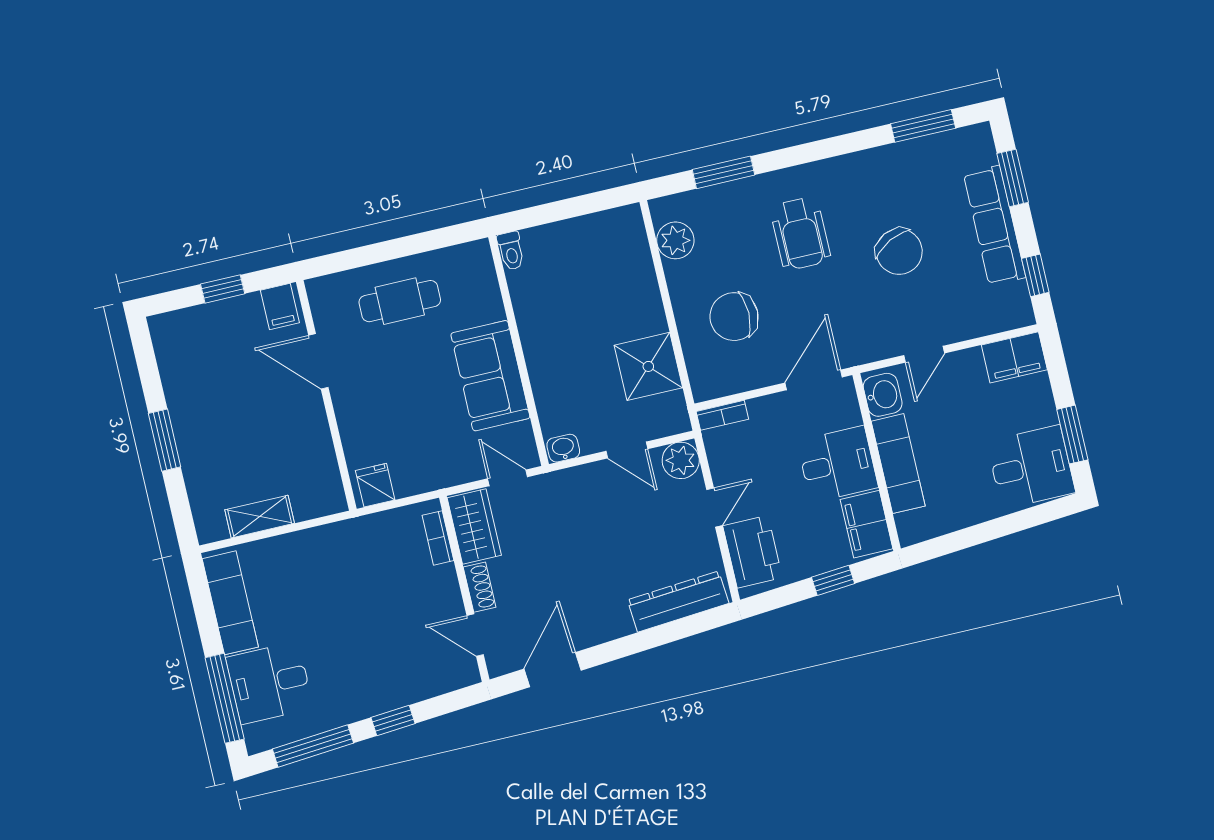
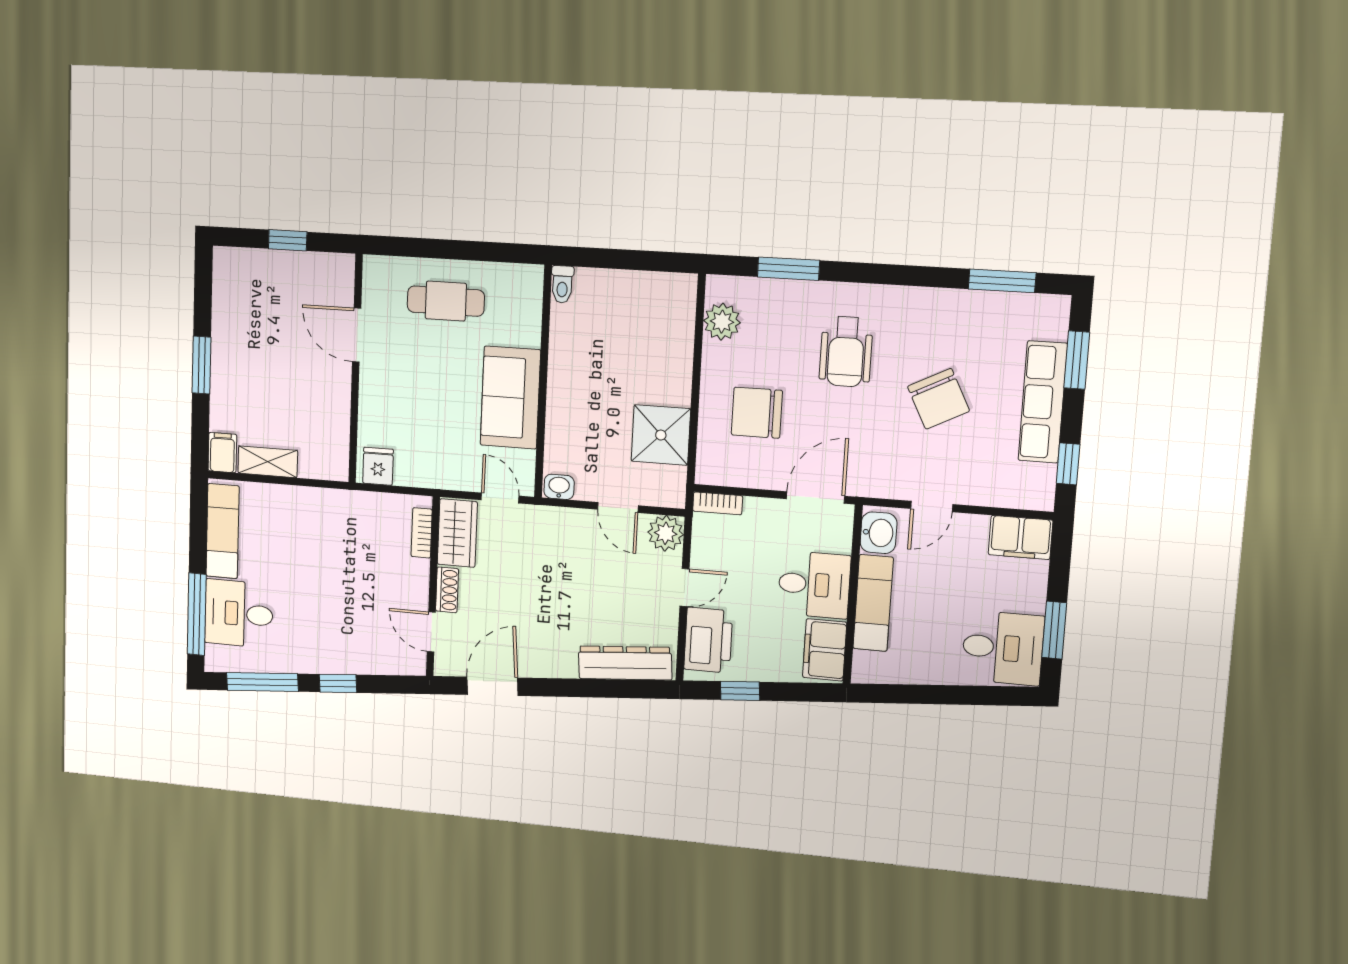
filing cabinet: (280, 306) -> (222, 453), moved, turned 180
window: (833, 580) -> (740, 691), moved

